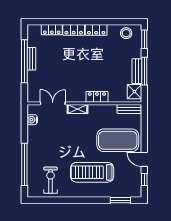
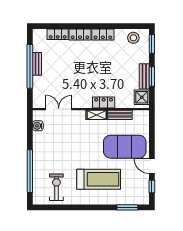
window: (144, 71) -> (152, 76), width x0.69
shelving: (78, 109) -> (97, 115), moved
bench: (129, 109) -> (120, 115), moved
treadmill: (92, 172) -> (99, 179), turned 180

